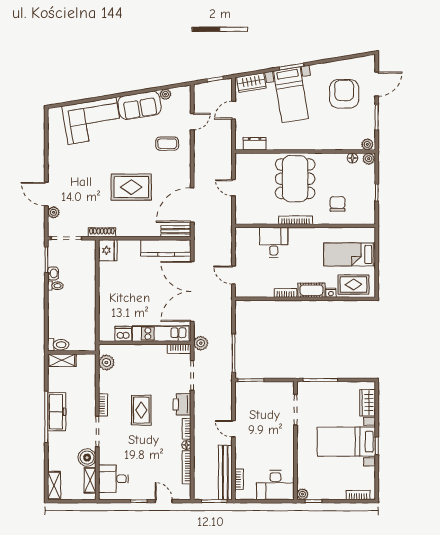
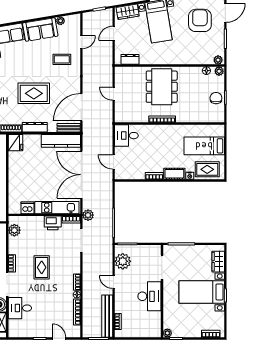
chair: (338, 204) -> (216, 98), moved
dresser: (133, 231) -> (35, 127), added
desk: (274, 242) -> (126, 136), moved, turned -90
plant: (245, 402) -> (123, 261), added
printer: (182, 404) -> (53, 223), moved, turned -90
desk: (113, 479) -> (20, 308), moved
desk: (275, 485) -> (149, 296), moved, turned -90

